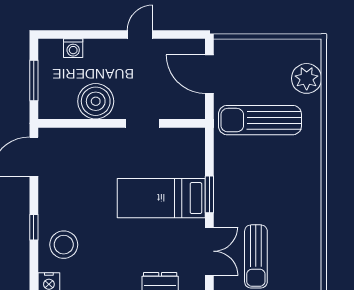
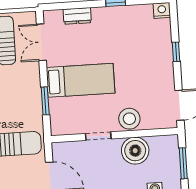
window: (209, 194) -> (45, 101), moved
stool: (64, 245) -> (129, 119), moved

